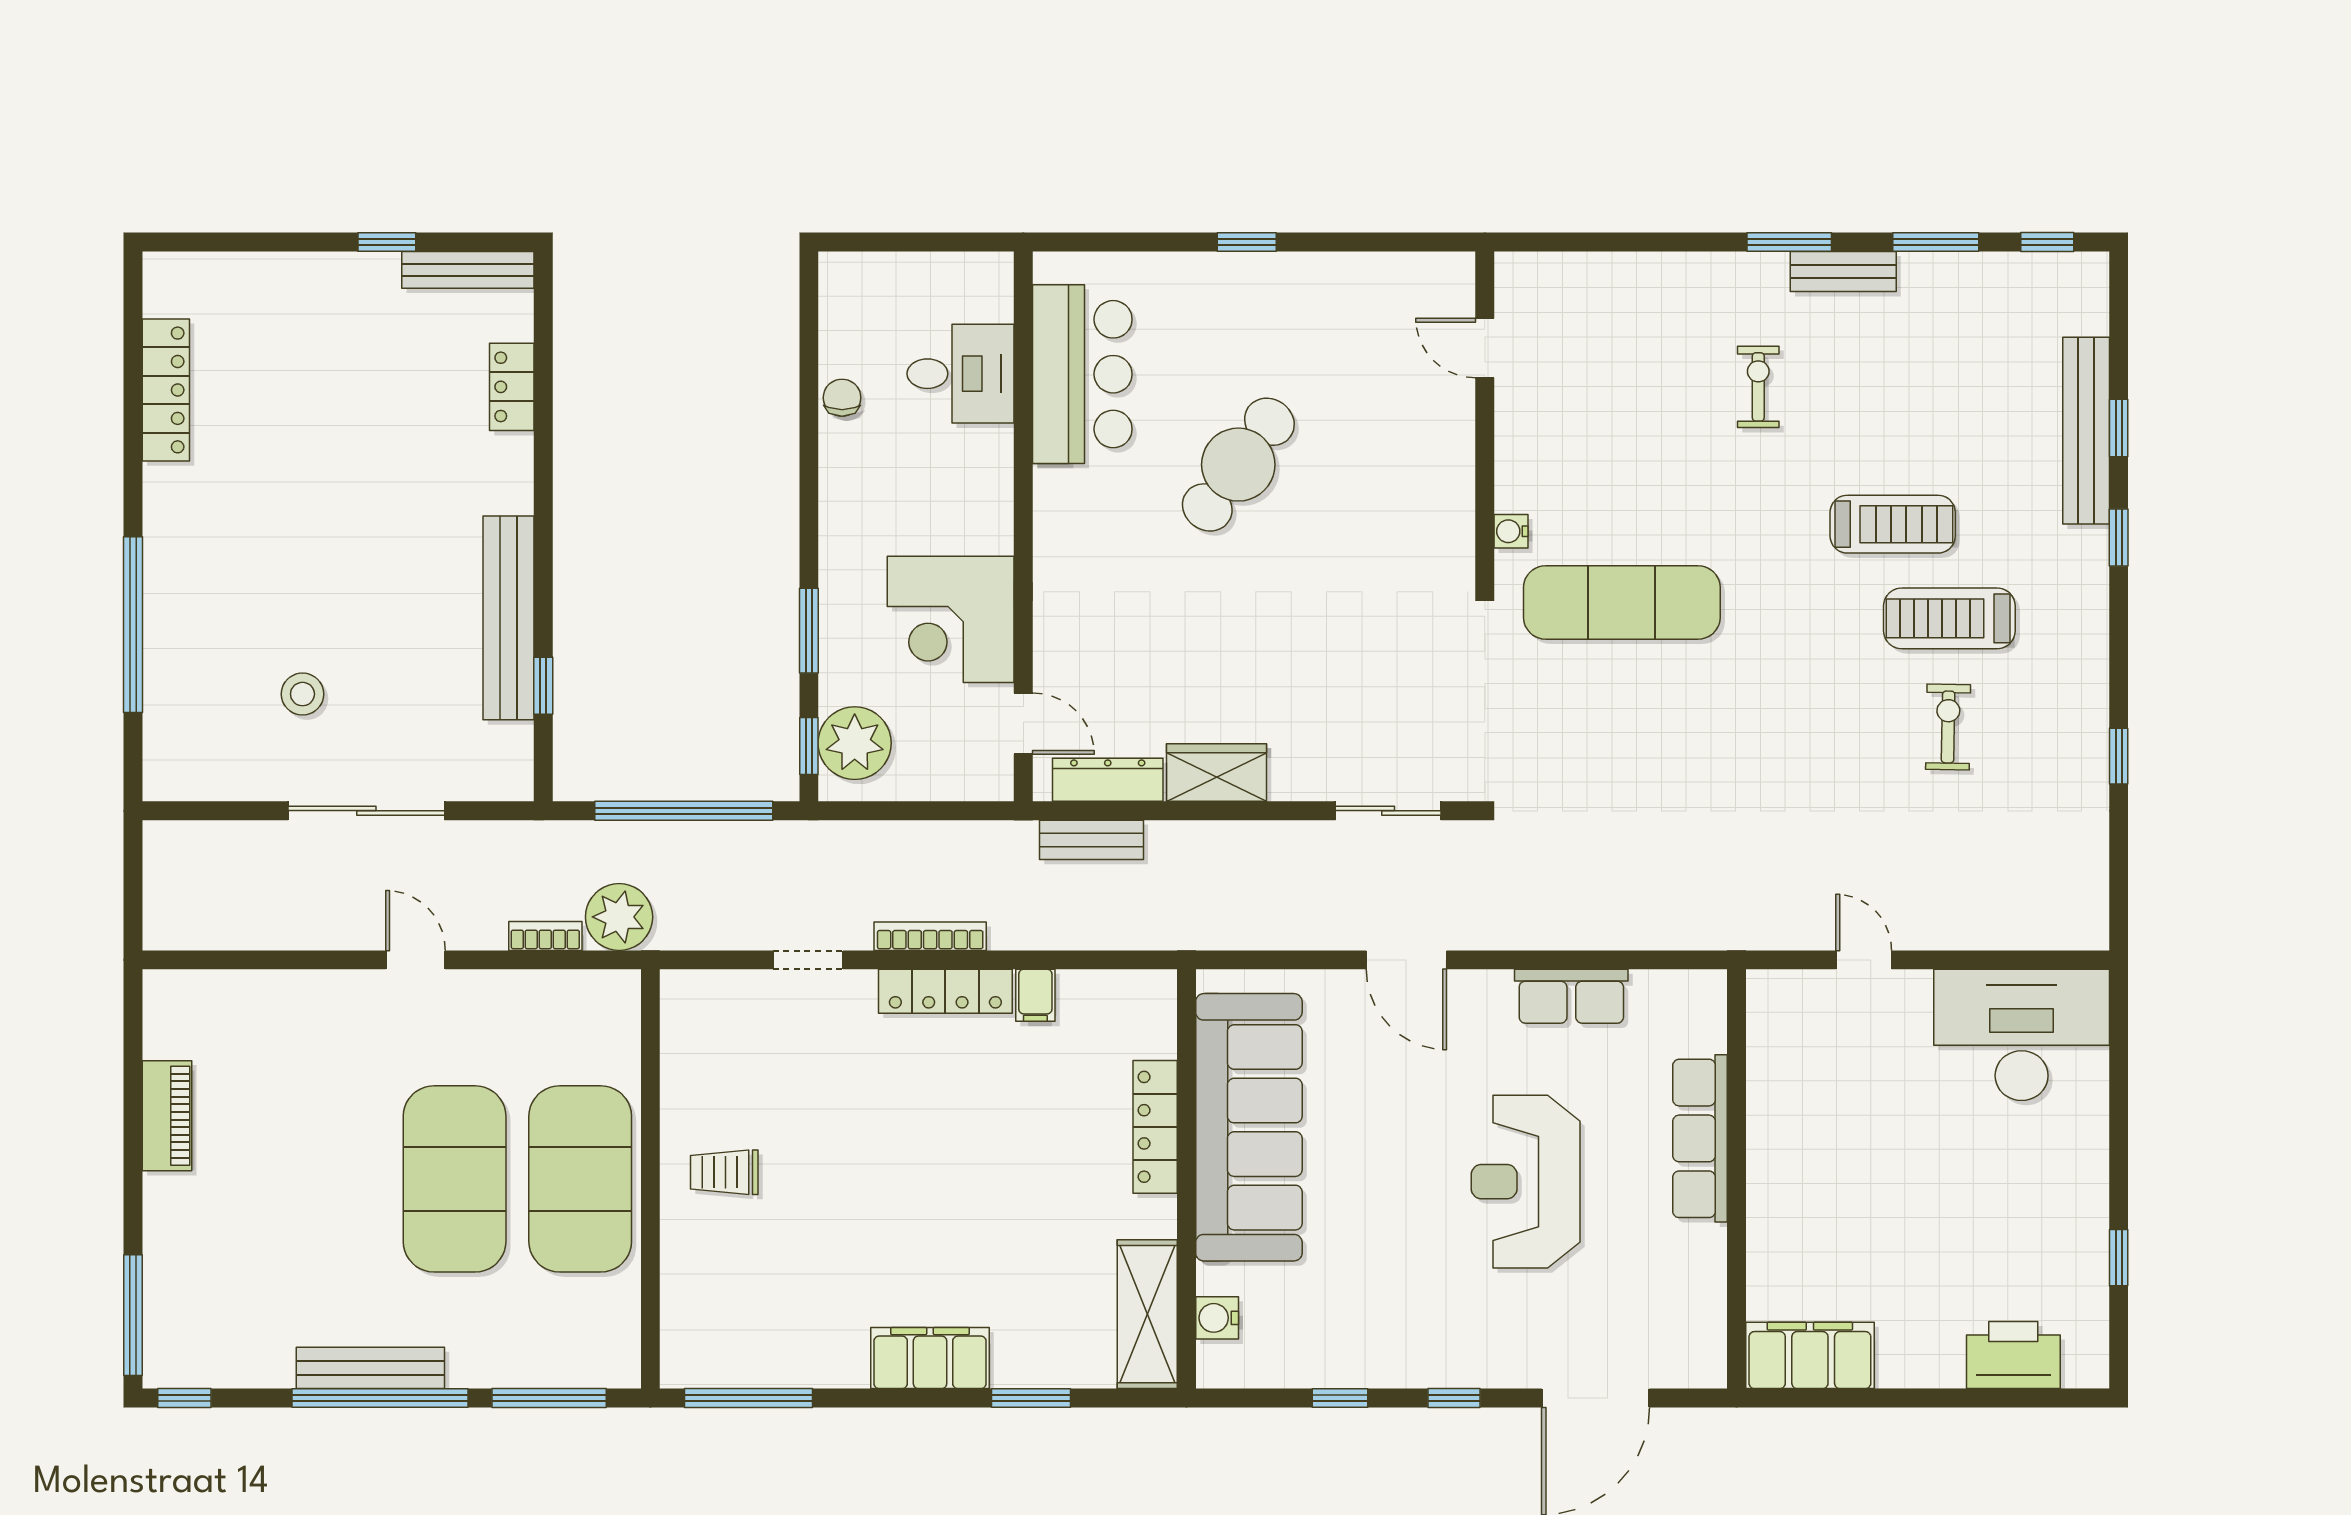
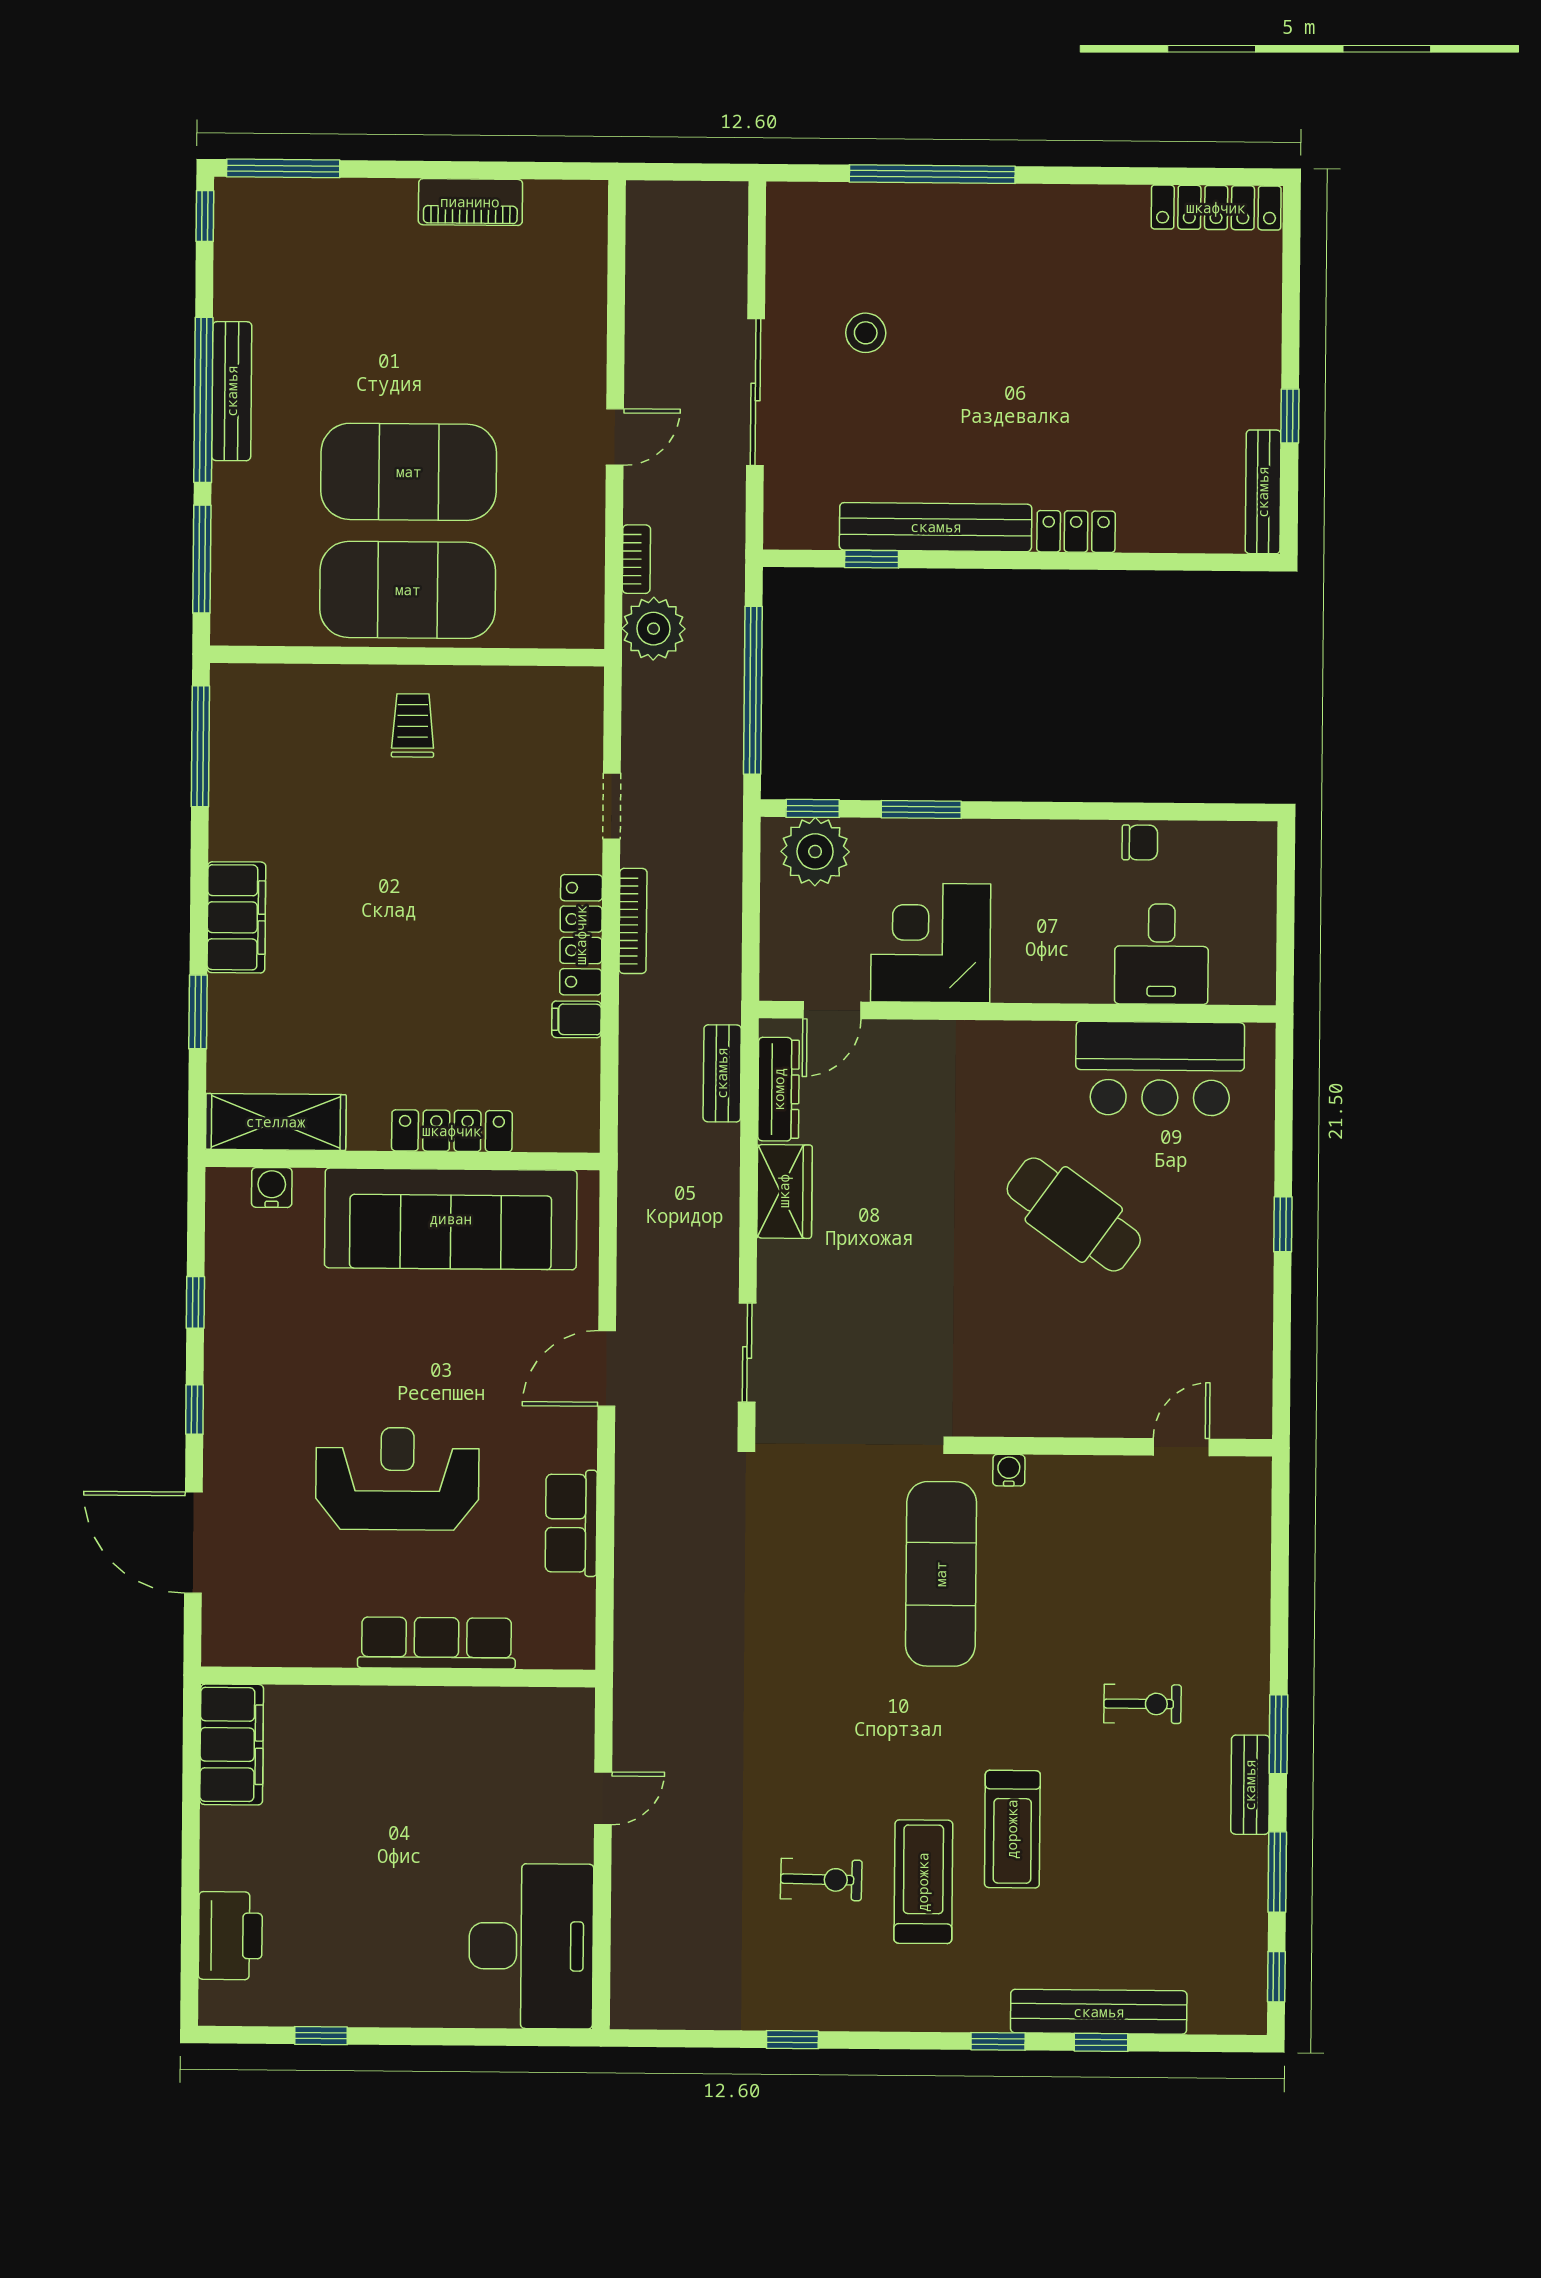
locker: (512, 387) -> (1076, 531), moved
locker: (166, 390) -> (1216, 208), moved

